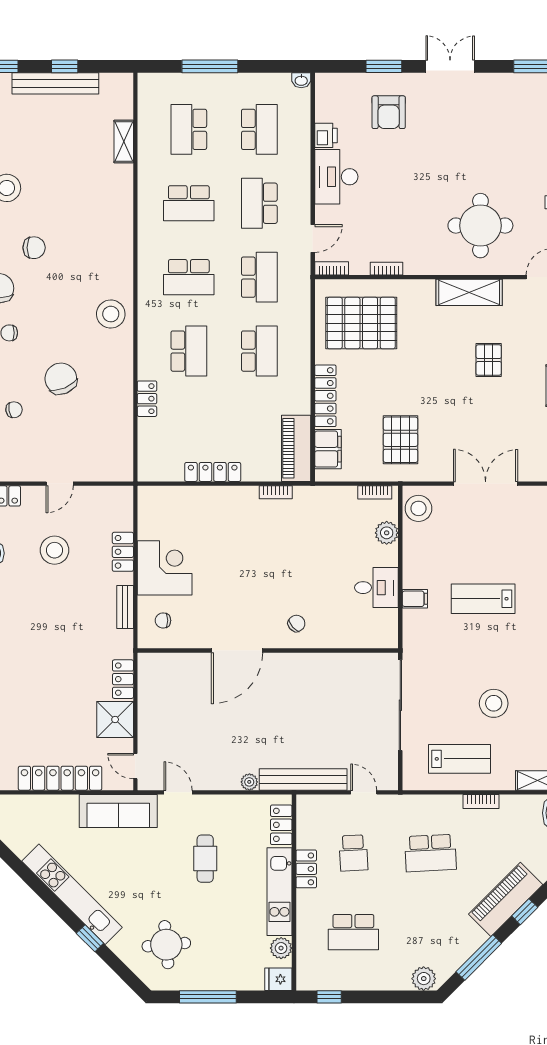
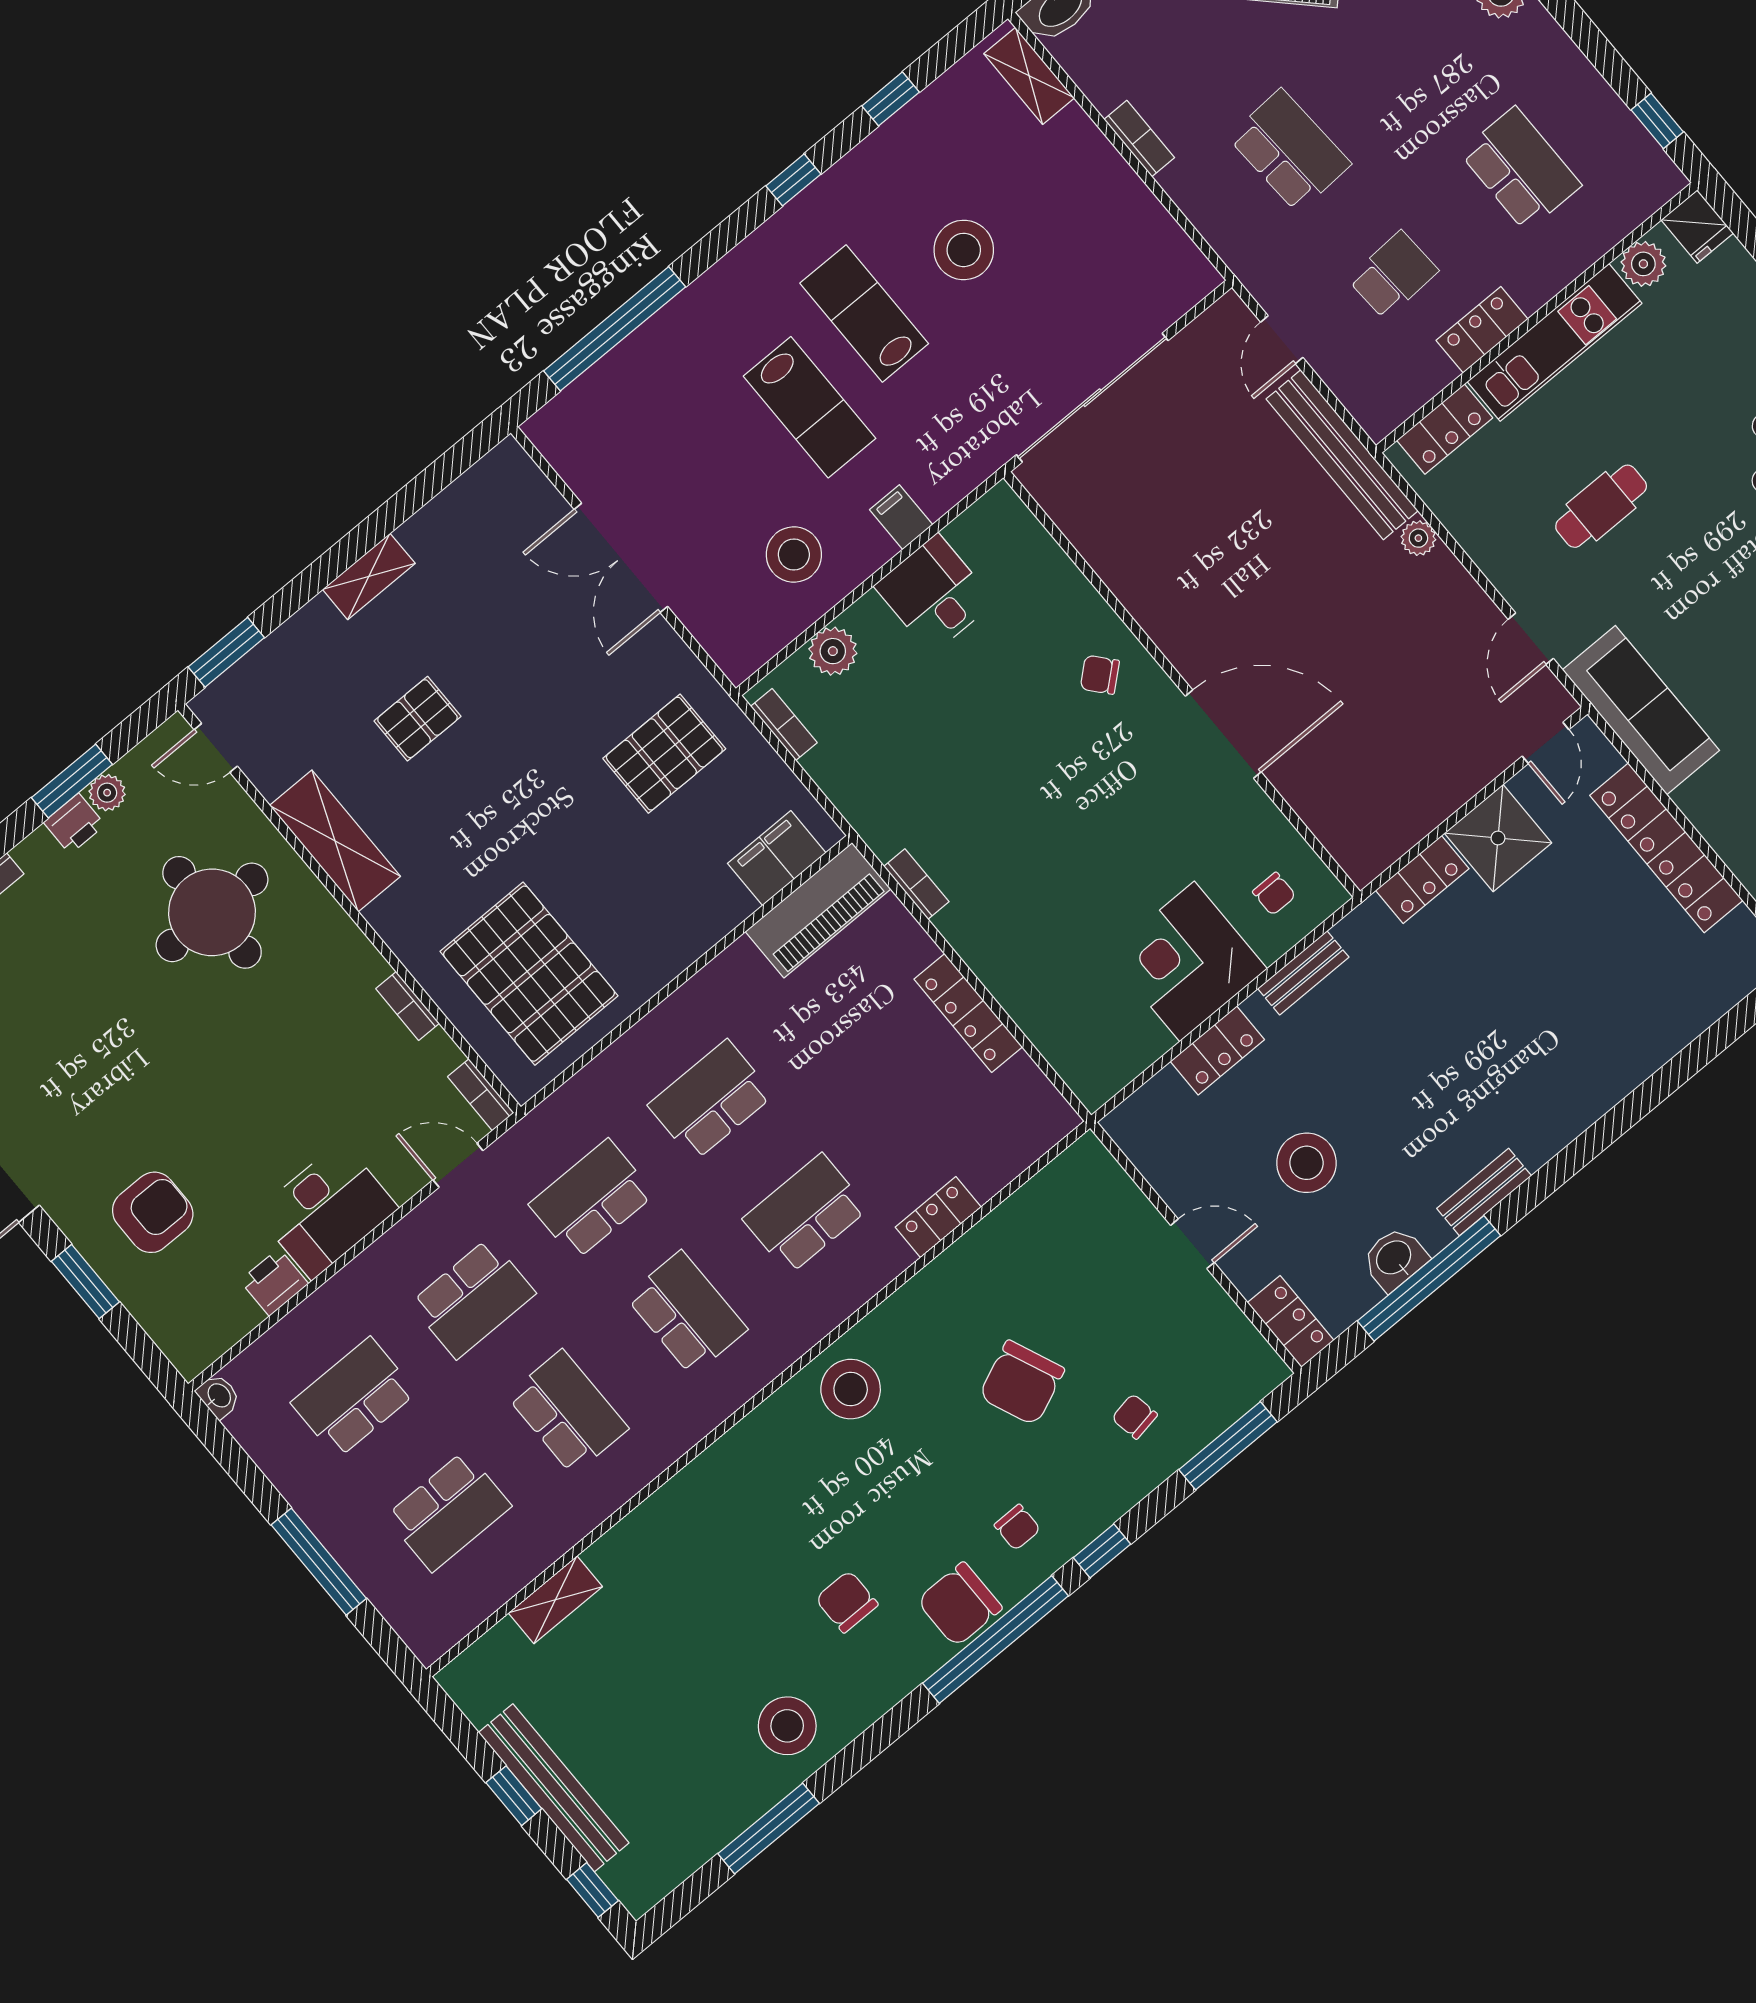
locker: (325, 396) -> (694, 934), removed
stool: (418, 508) -> (794, 555), moved
lab bench: (460, 759) -> (864, 313), moved

